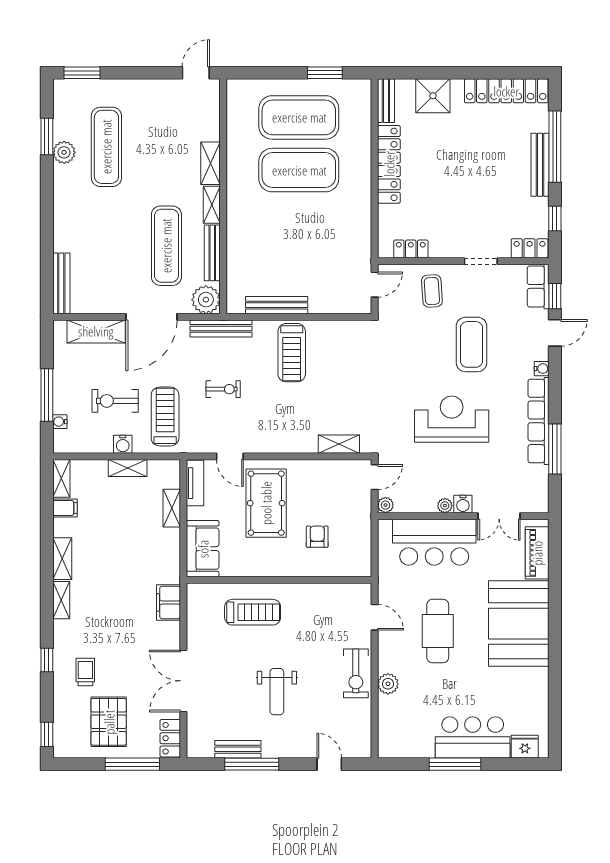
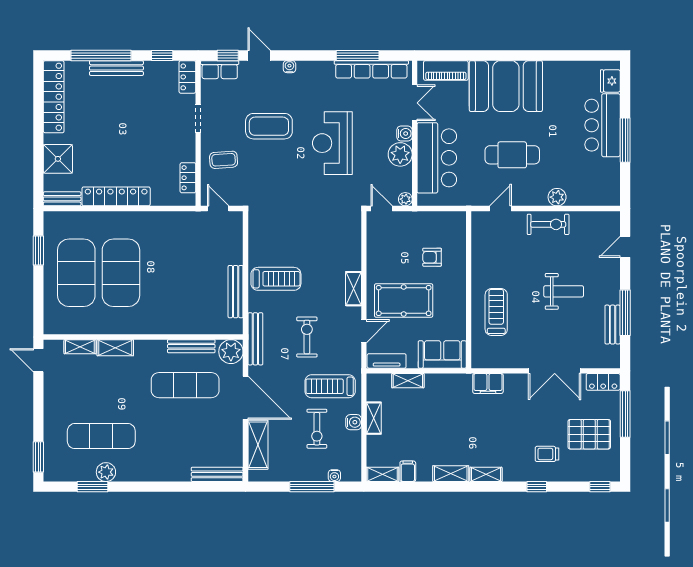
shelving: (212, 205) -> (80, 347), moved
exercise bike: (223, 389) -> (307, 337), width x1.38, depth x1.39
row of seats: (538, 421) -> (371, 69), moved
shelving: (339, 444) -> (354, 289), moved
plant: (445, 506) -> (400, 154), width x1.87, depth x1.87

